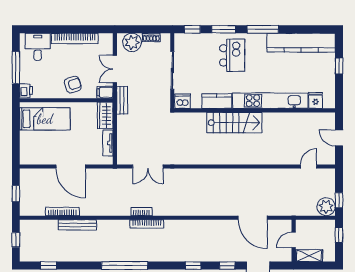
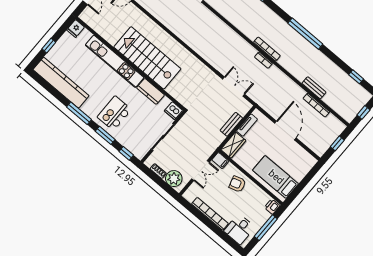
bench: (122, 100) -> (231, 124), moved
fridge: (316, 100) -> (76, 29), moved
stairs: (234, 123) -> (147, 58), width x1.36, depth x1.51
bench: (77, 225) -> (314, 88), width x0.73

